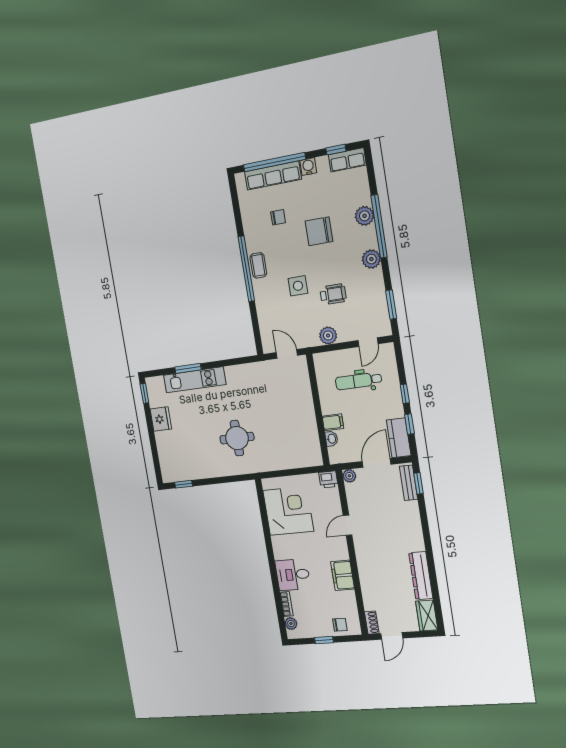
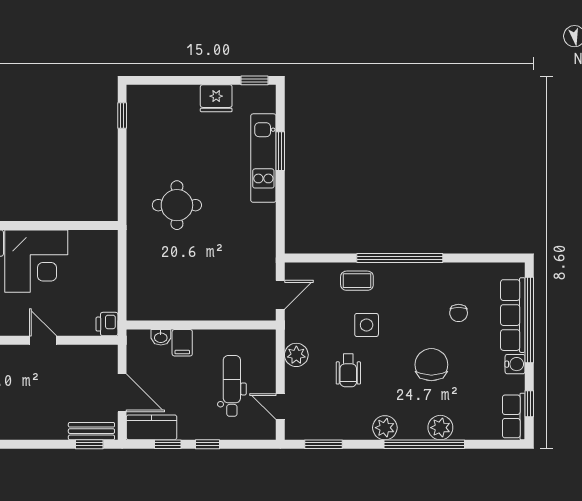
coffee table: (258, 265) -> (357, 281), moved
plant: (349, 476) -> (109, 354), removed
corner desk: (288, 511) -> (36, 261), moved

